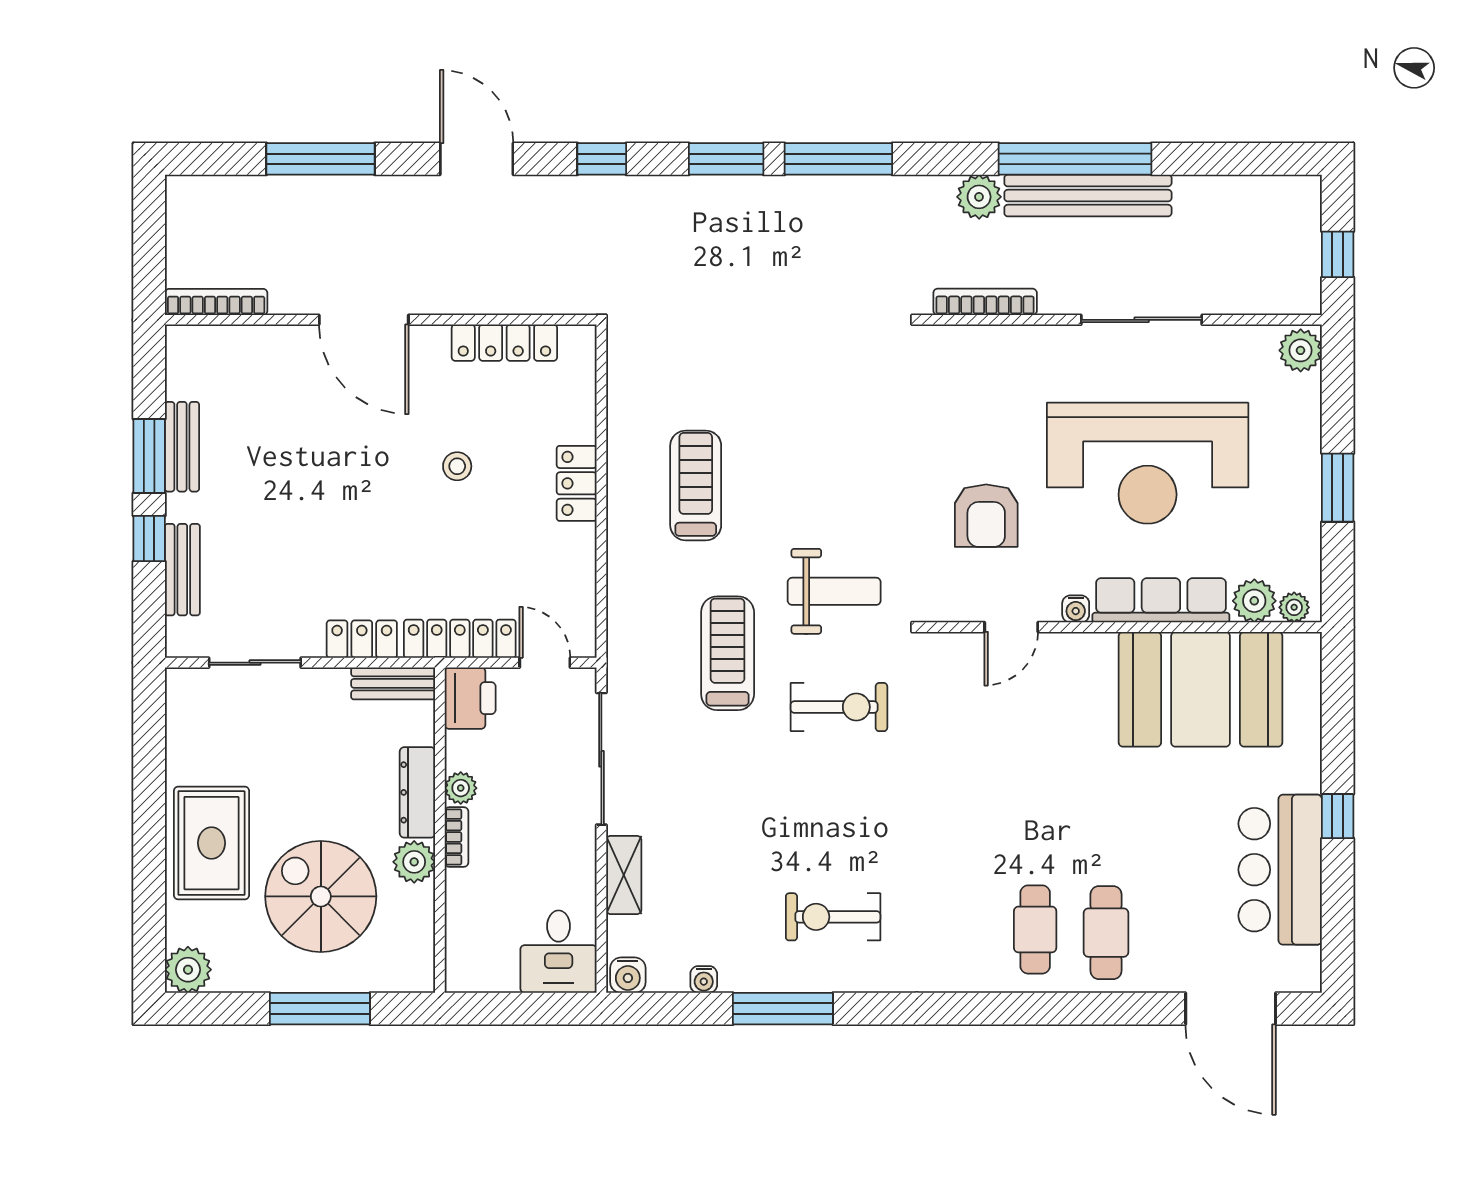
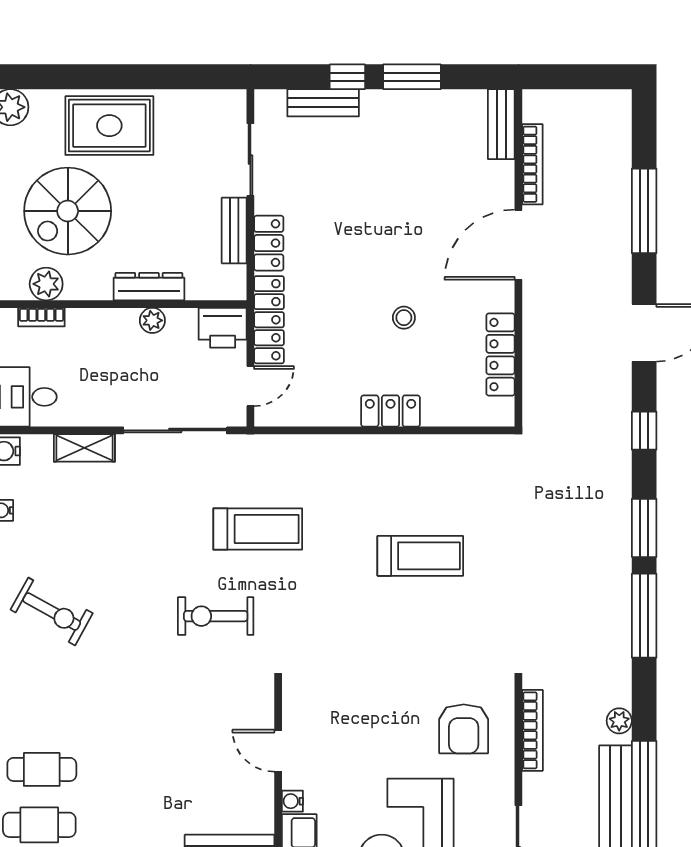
plant: (979, 197) -> (619, 721), width x0.73, depth x0.73
bookcase: (216, 302) -> (532, 164), moved
bench: (182, 447) -> (501, 124), moved, turned 90
treadmill: (696, 485) -> (420, 556), moved
armchair: (986, 516) -> (464, 729), moved, turned -90
weight bench: (834, 591) -> (306, 612), removed
bench: (393, 683) -> (234, 230), moved
exercise bike: (839, 707) -> (216, 616), turned 90
bookcase: (457, 837) -> (41, 317), moved
plant: (414, 862) -> (46, 284), moved
spiral stairs: (321, 896) -> (68, 211), turned 180
exercise bike: (833, 917) -> (52, 611), turned 119

